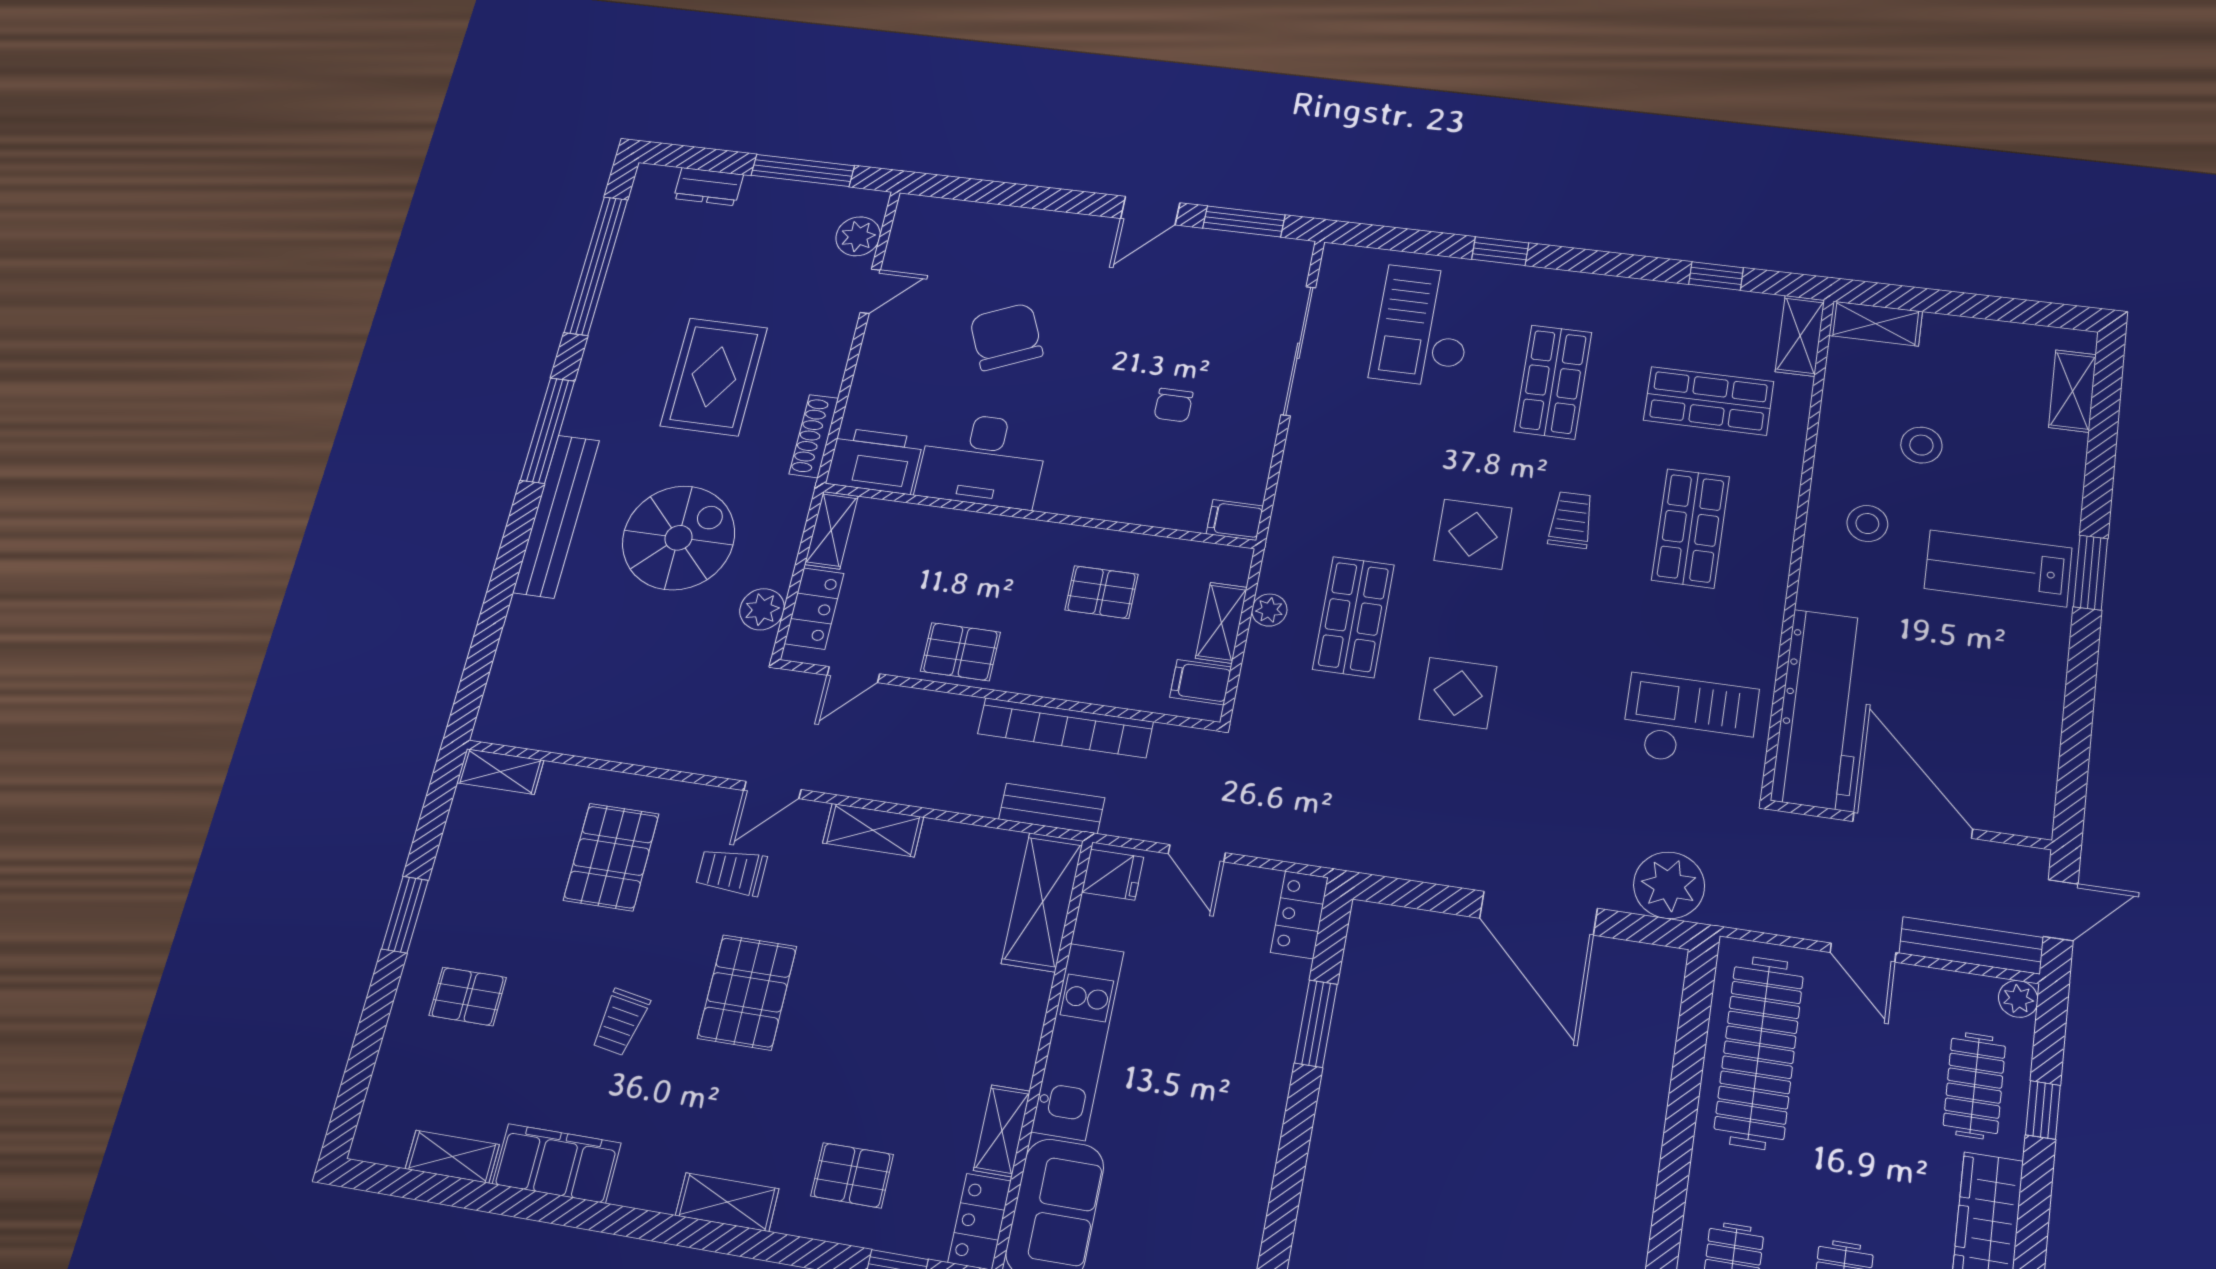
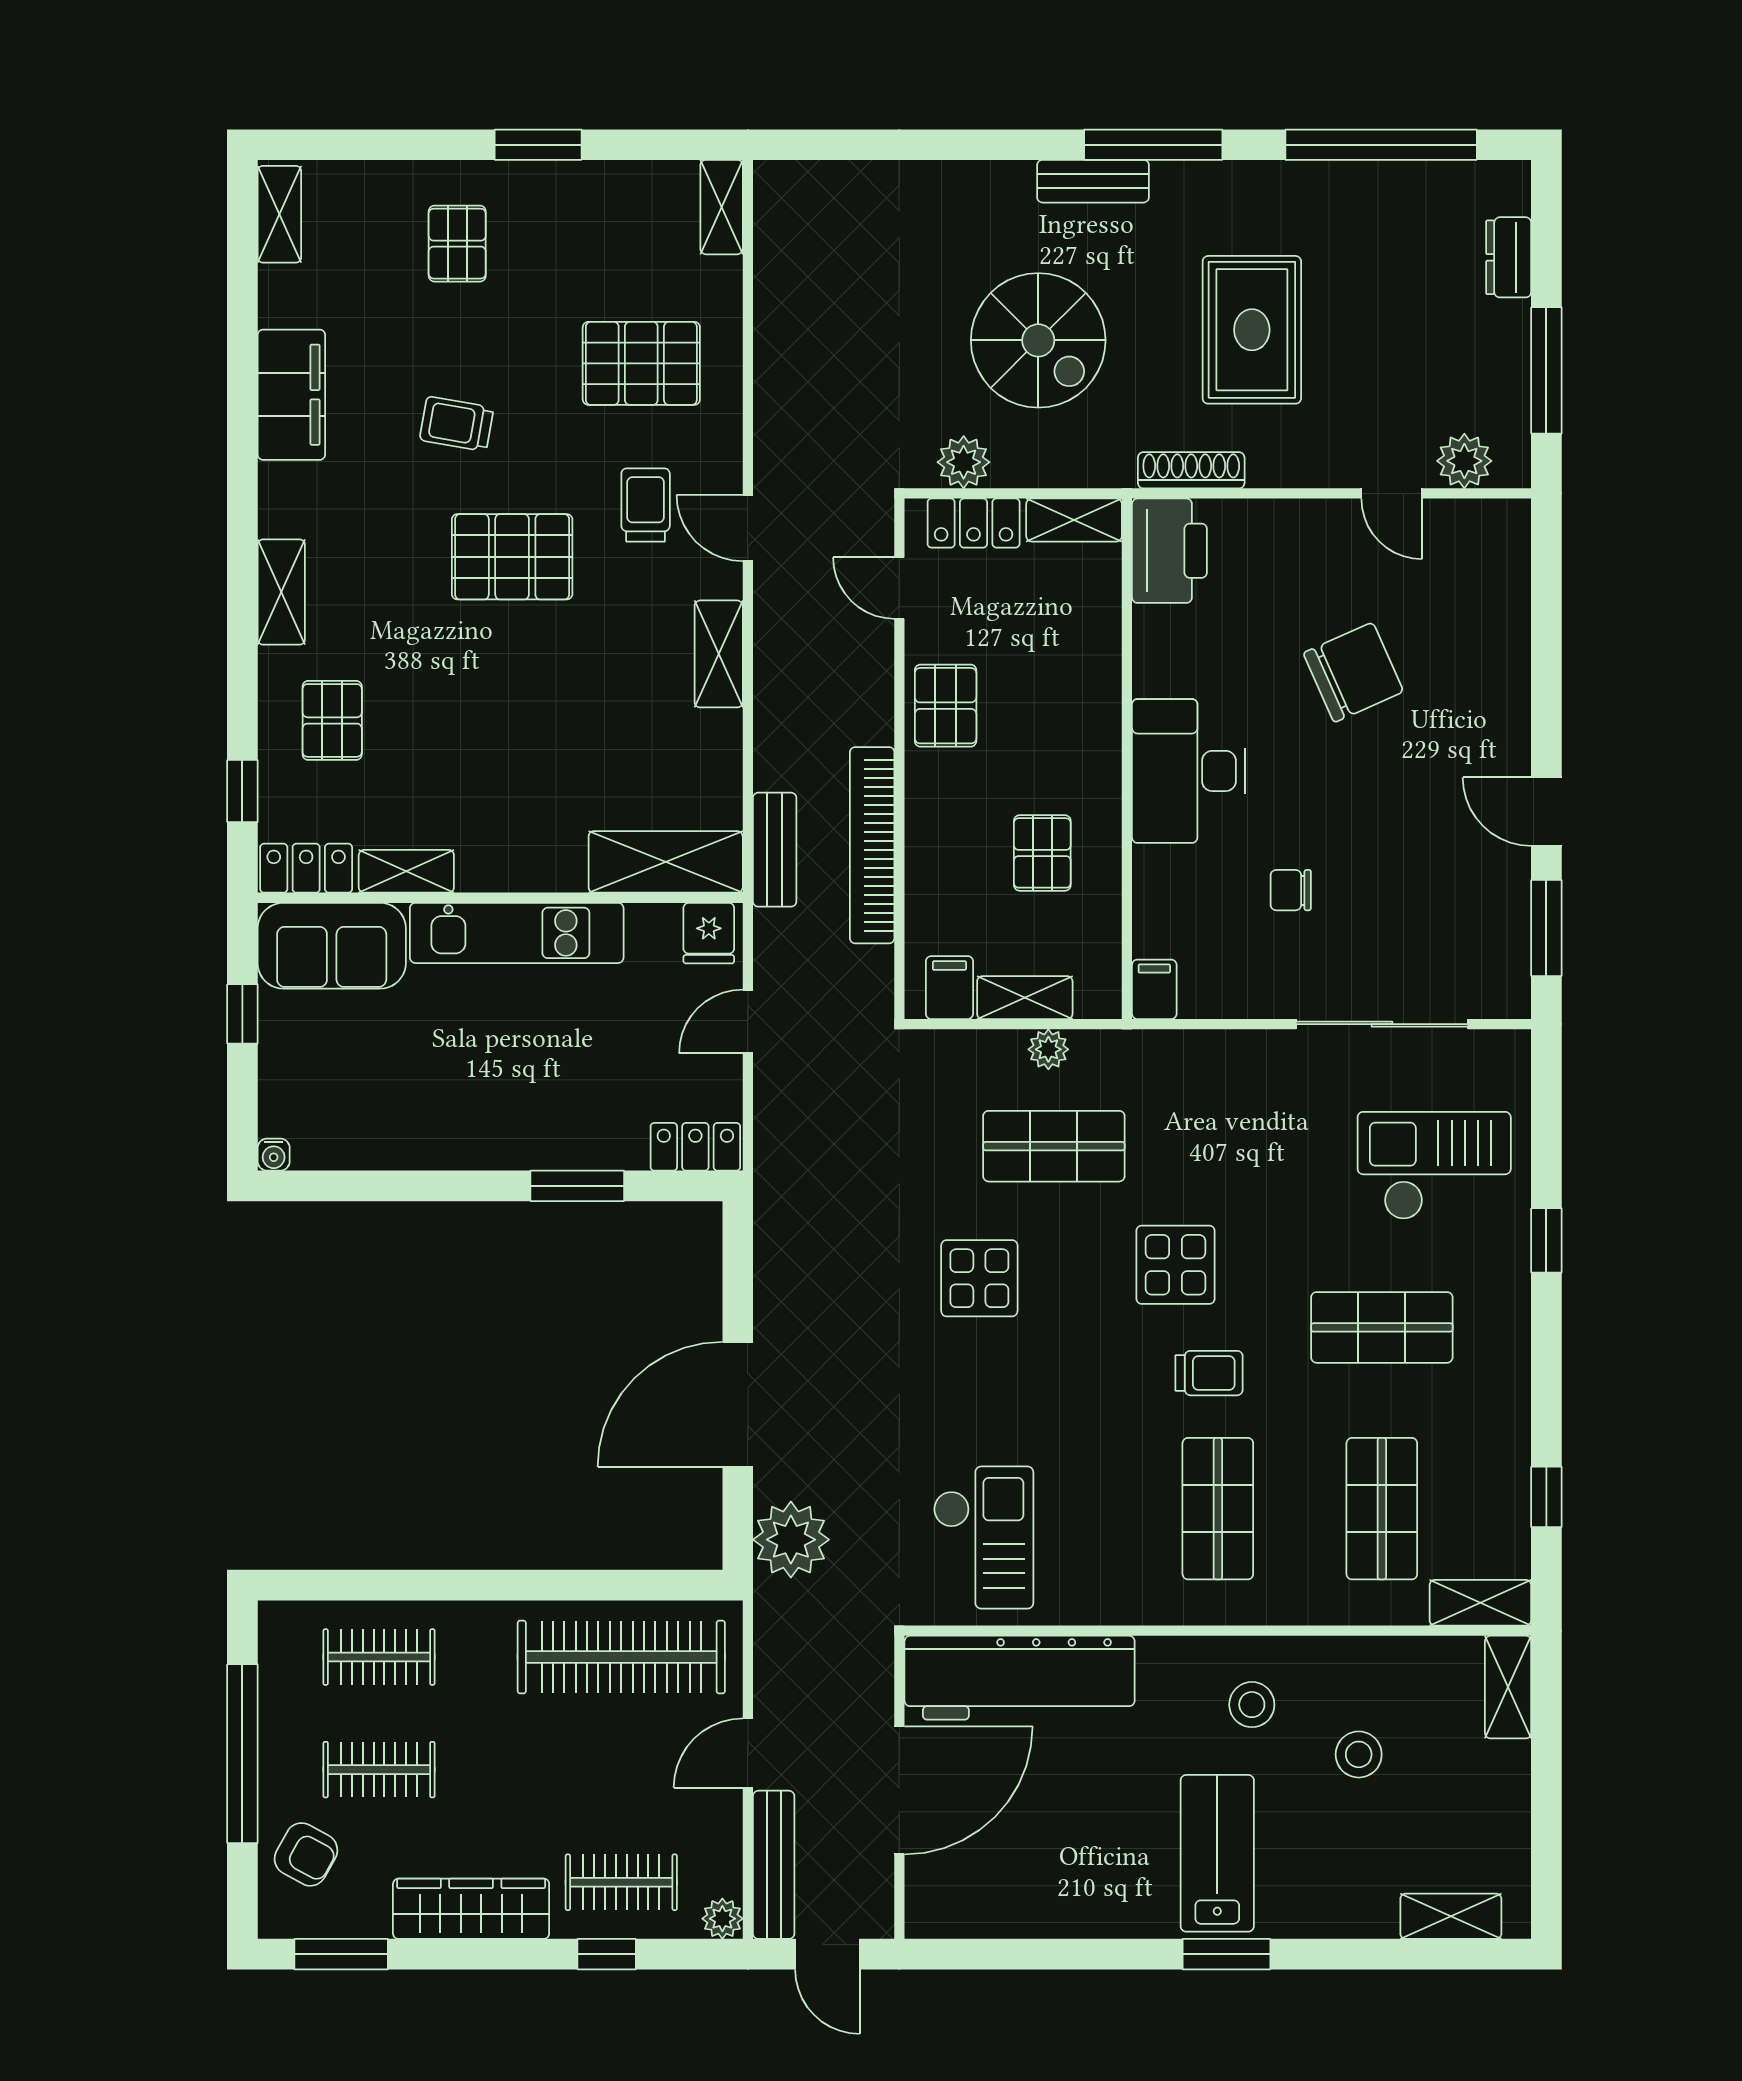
rug: (714, 377) -> (1252, 330), turned 90
desk: (982, 460) -> (1188, 771), moved
bench: (556, 516) -> (1093, 181), width x0.54, depth x0.82
shop shelf: (1691, 528) -> (1218, 1509), turned 90
shelving: (452, 1157) -> (279, 214), moved

